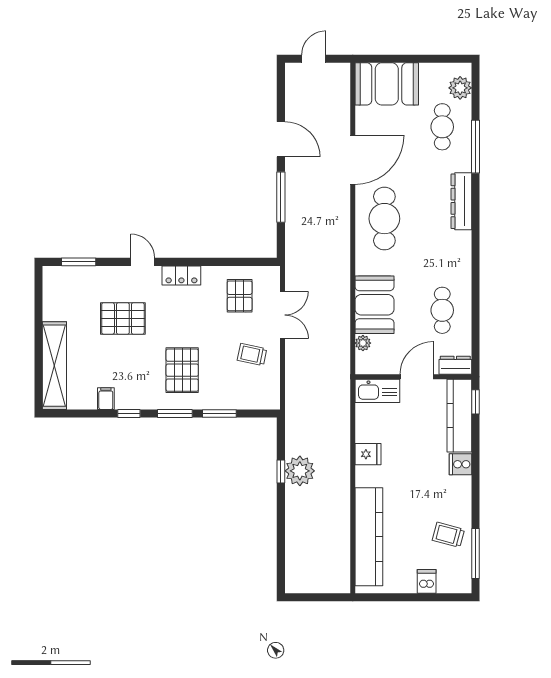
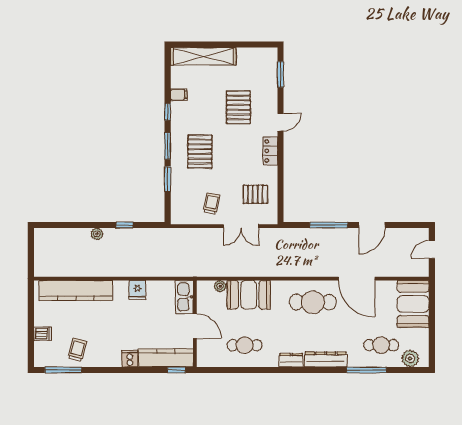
door: (314, 59) -> (432, 250), swing flipped
dresser: (455, 365) -> (291, 360), moved, turned -90
pallet: (182, 370) -> (200, 152), turned 90
plant: (300, 471) -> (97, 234), moved, width x0.53, depth x0.53

